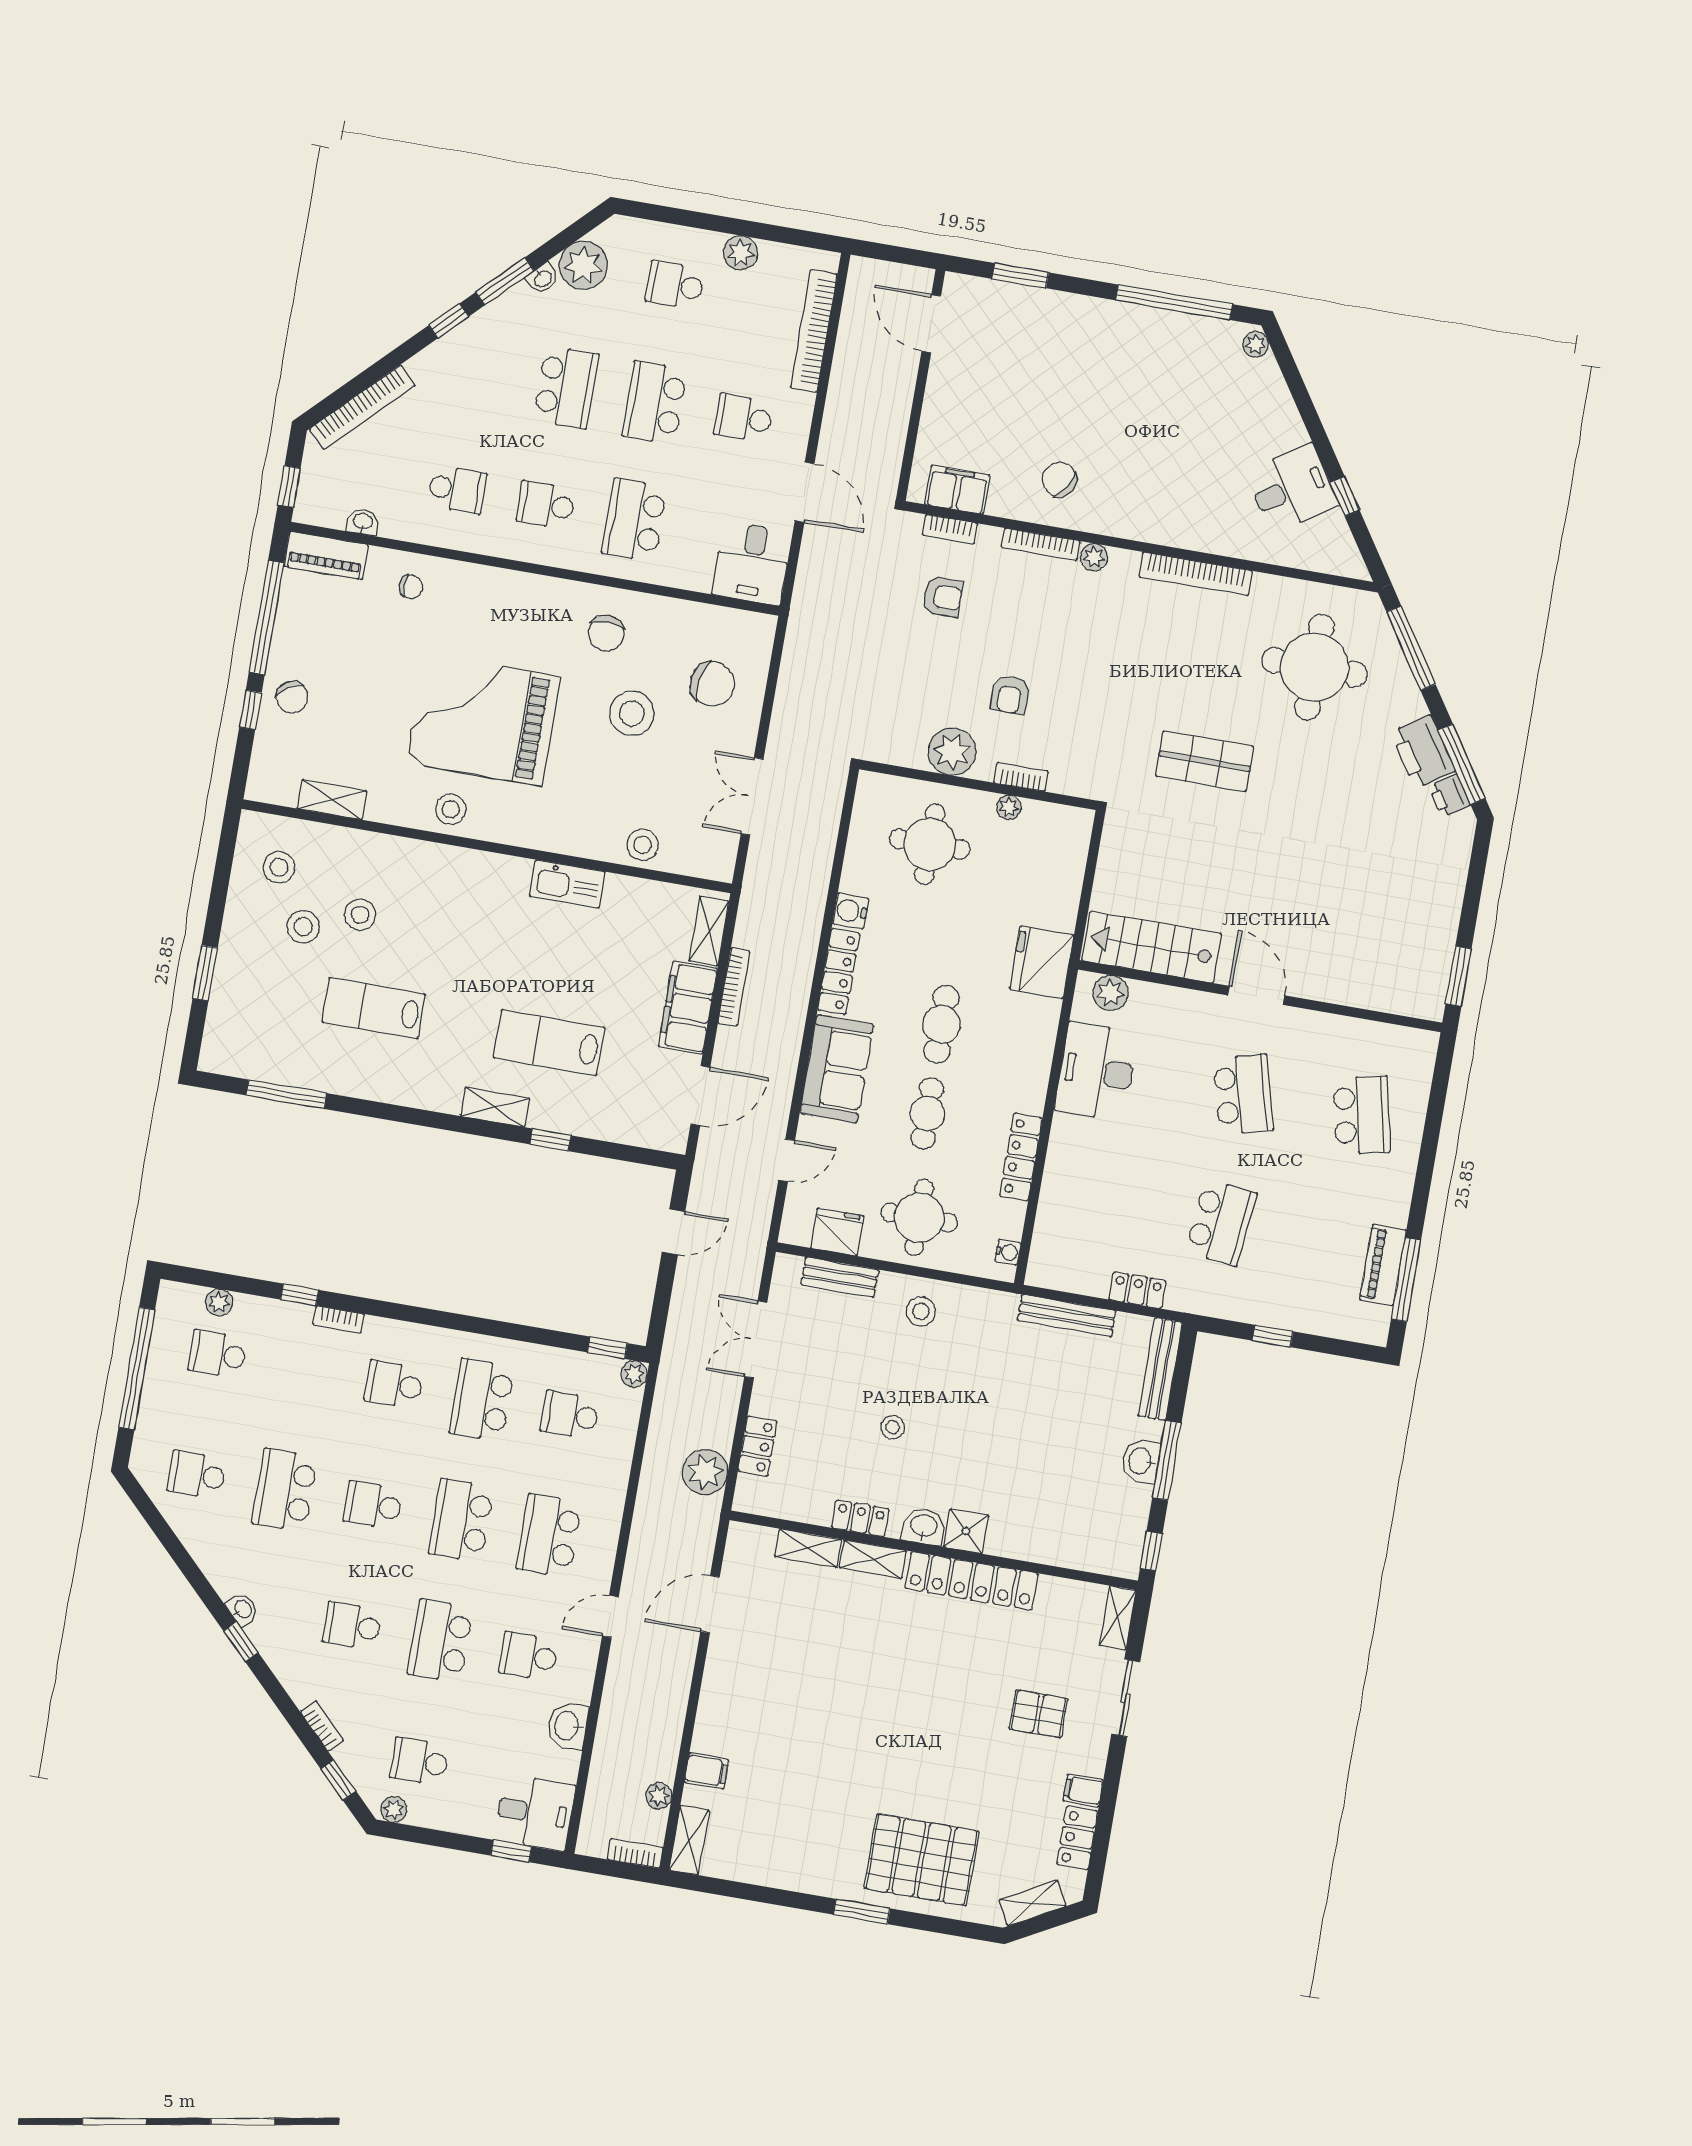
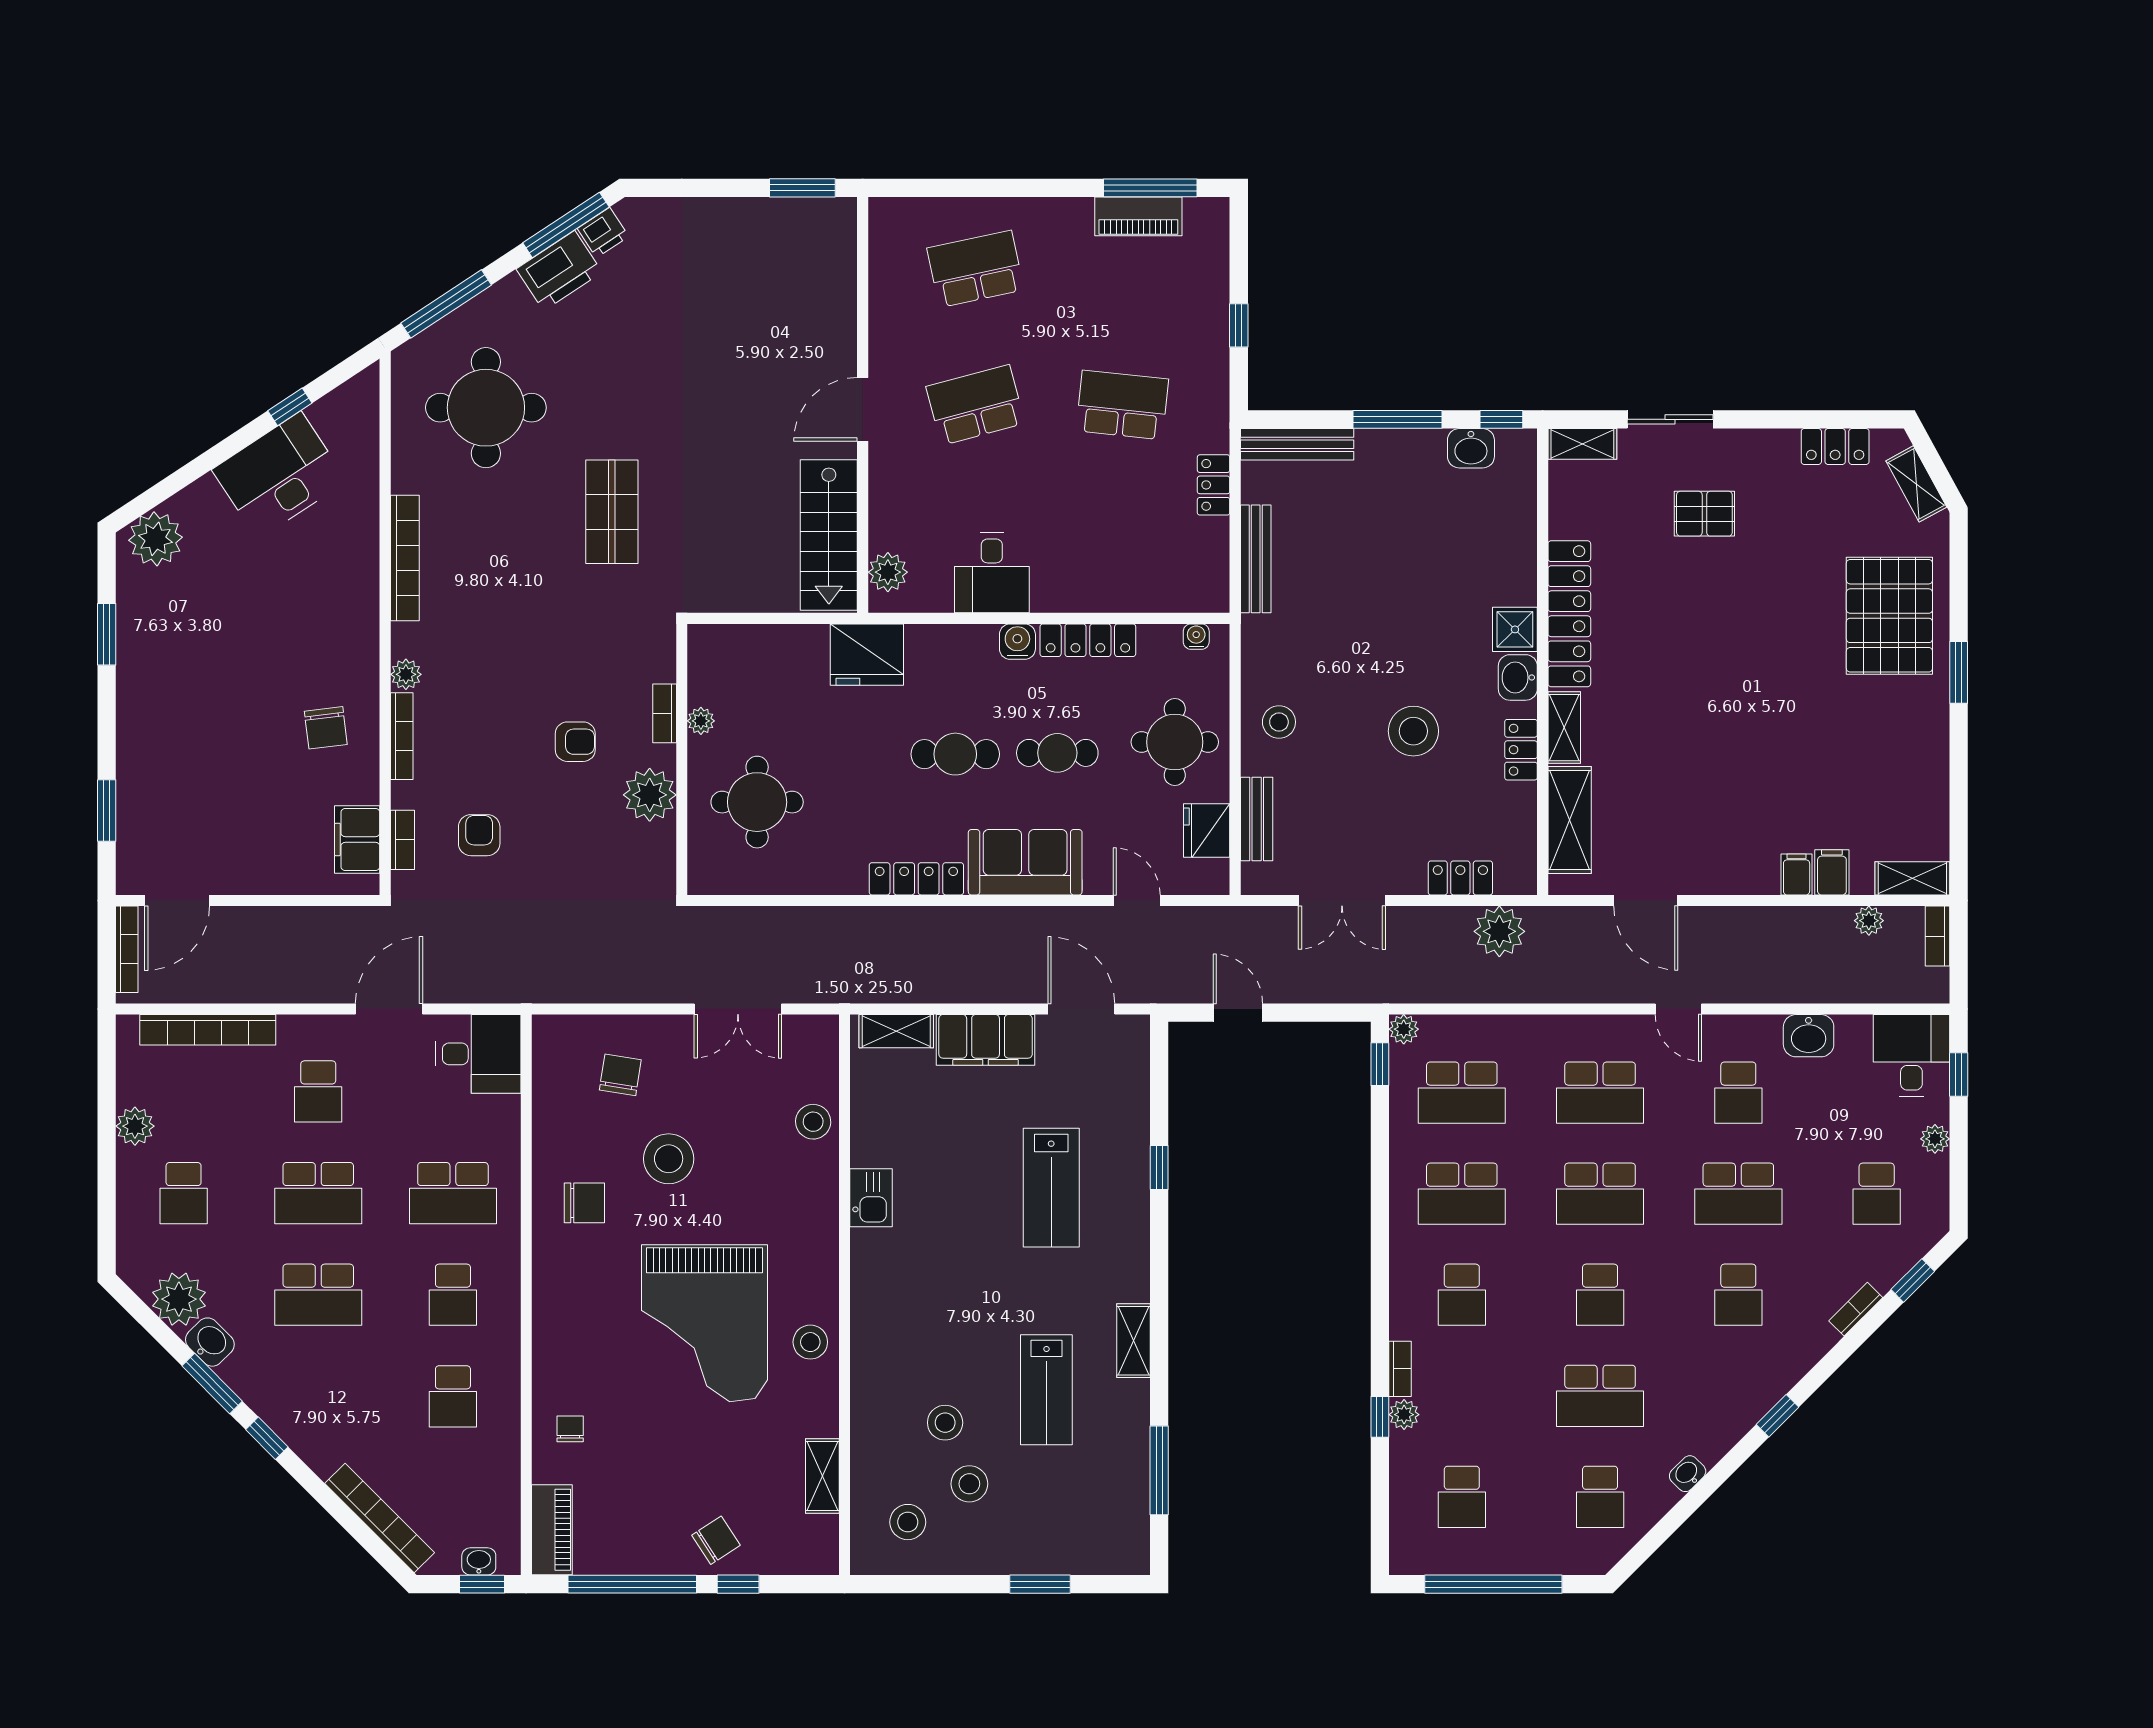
washbasin: (543, 278) -> (210, 1342), width x1.38, depth x1.45
window: (1174, 302) -> (107, 634), width x0.47
plant: (1256, 344) -> (155, 539), width x1.88, depth x1.88
school desk: (566, 387) -> (318, 1295), turned 180
chair: (1059, 479) -> (326, 728), turned -40
school desk: (457, 489) -> (453, 1396), turned 180
desk: (1292, 489) -> (279, 475), width x1.37
washbasin: (363, 522) -> (479, 1561), moved, turned 90
chair: (712, 684) -> (620, 1075), width x0.73, depth x0.73
kitchen sink: (567, 884) -> (871, 1198), width x0.73
water cooler: (851, 911) -> (1017, 642), moved, turned 180
bookcase: (734, 987) -> (127, 949), moved, turned 90
desk: (1096, 1071) -> (992, 573), width x0.73
shelving: (495, 1107) -> (1133, 1341), moved
plant: (219, 1302) -> (1404, 1415), moved
school desk: (570, 1415) -> (1462, 1093), width x1.85
stool: (893, 1427) -> (1413, 731), width x1.89, depth x1.89
washbasin: (1141, 1461) -> (1471, 448), moved
shelving: (808, 1548) -> (1570, 820), width x1.50, depth x1.33
washbasin: (243, 1609) -> (1688, 1474), moved
pallet: (1038, 1714) -> (1704, 514), turned 90
filing cabinet: (1083, 1790) -> (1797, 874), moved, turned 180
plant: (394, 1809) -> (1935, 1139), moved

